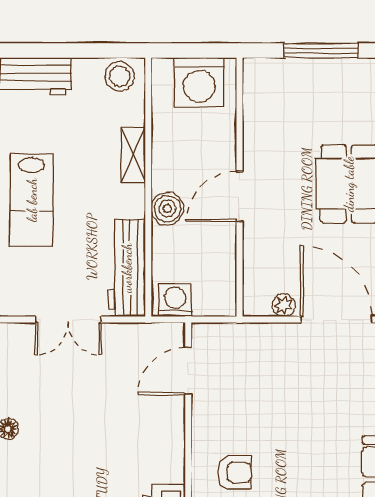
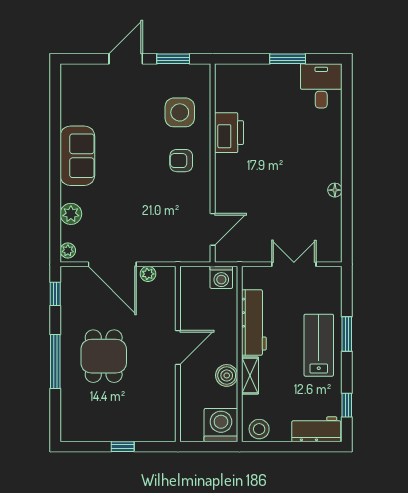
window: (321, 50) -> (123, 447), width x0.46
washing machine: (199, 82) -> (221, 425), moved
boiler: (167, 209) -> (227, 375), moved
workbench: (127, 268) -> (254, 323), moved

